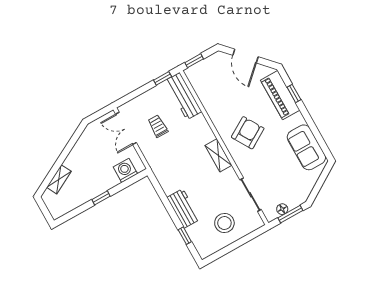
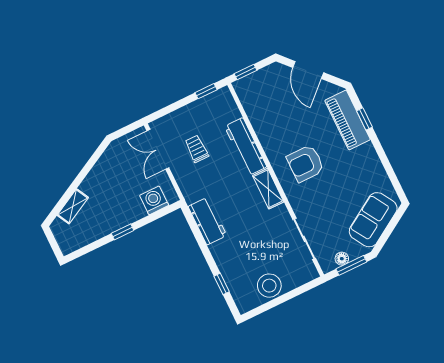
workbench: (183, 96) -> (246, 147), moved
armchair: (248, 133) -> (305, 163), turned -149
sofa: (306, 147) -> (373, 220), moved, turned 58
workbench: (183, 208) -> (207, 221), moved
stool: (224, 223) -> (269, 286), moved

